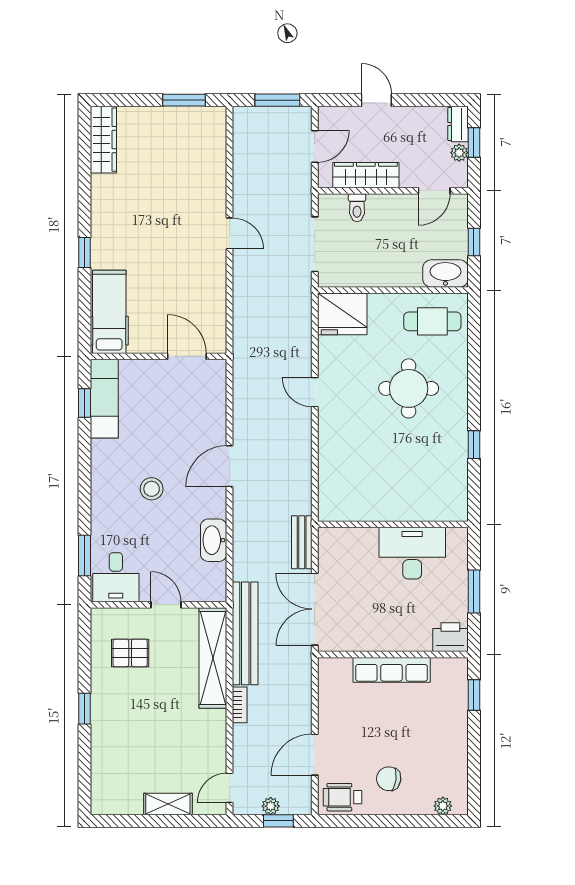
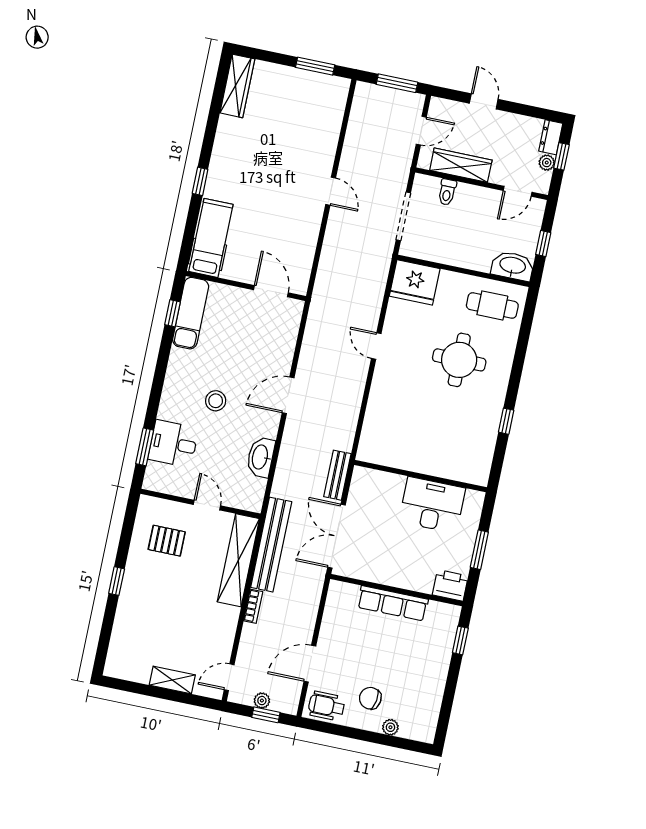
desk: (116, 577) -> (173, 444), moved, turned 90
plant: (443, 806) -> (390, 727), moved

